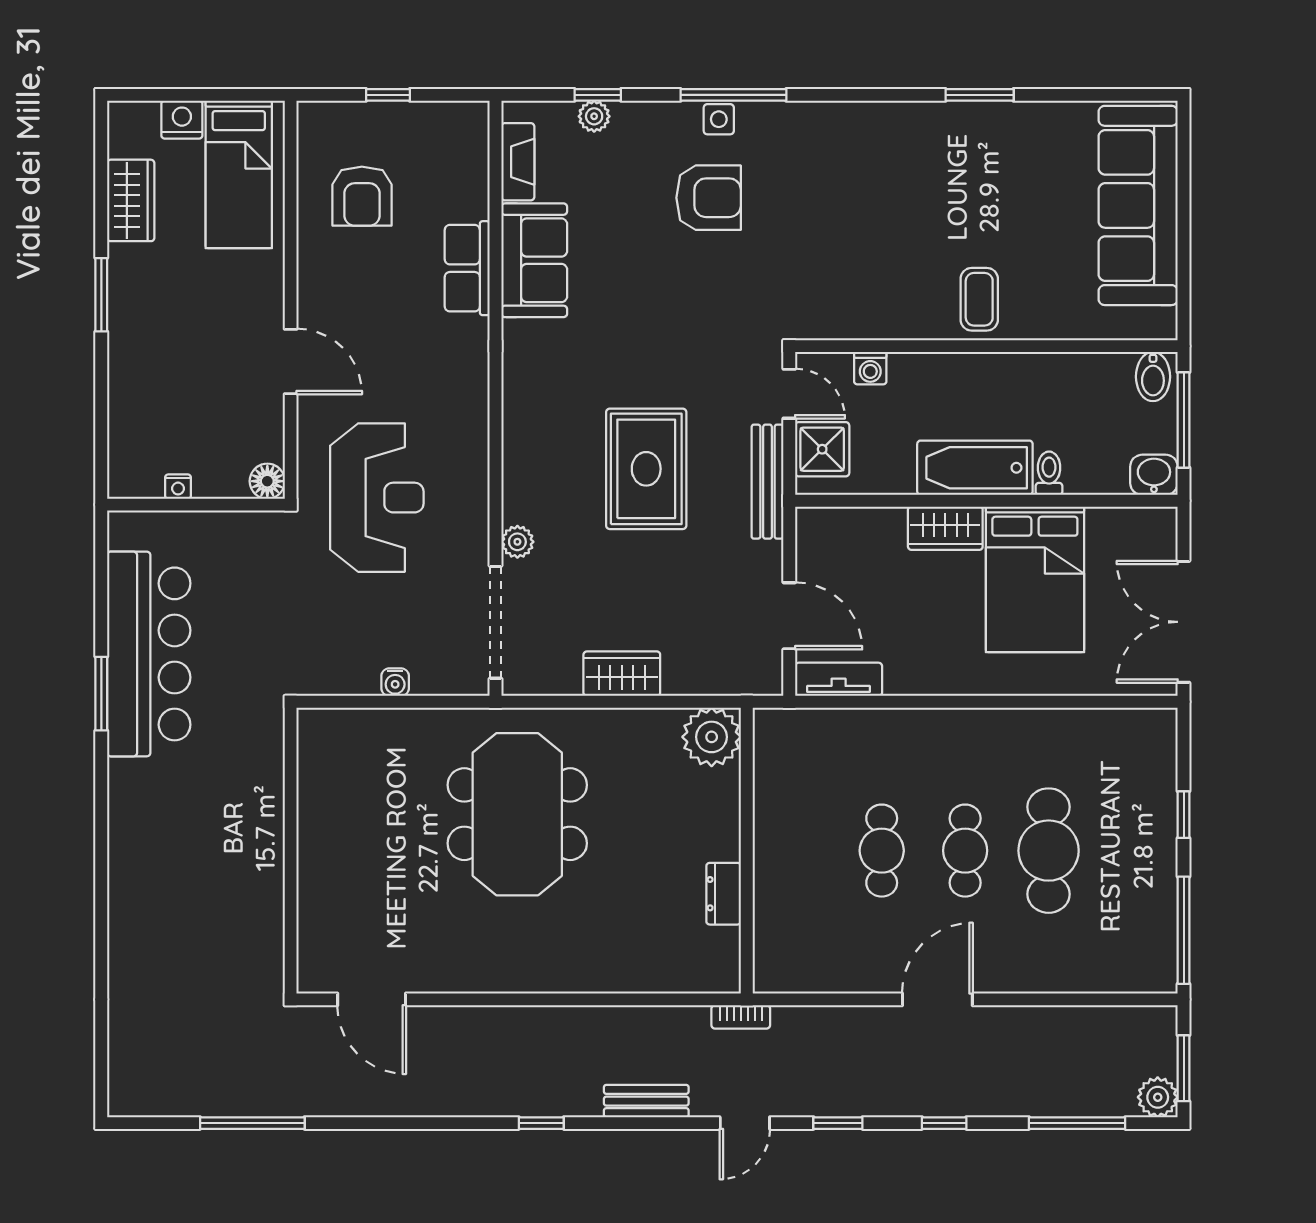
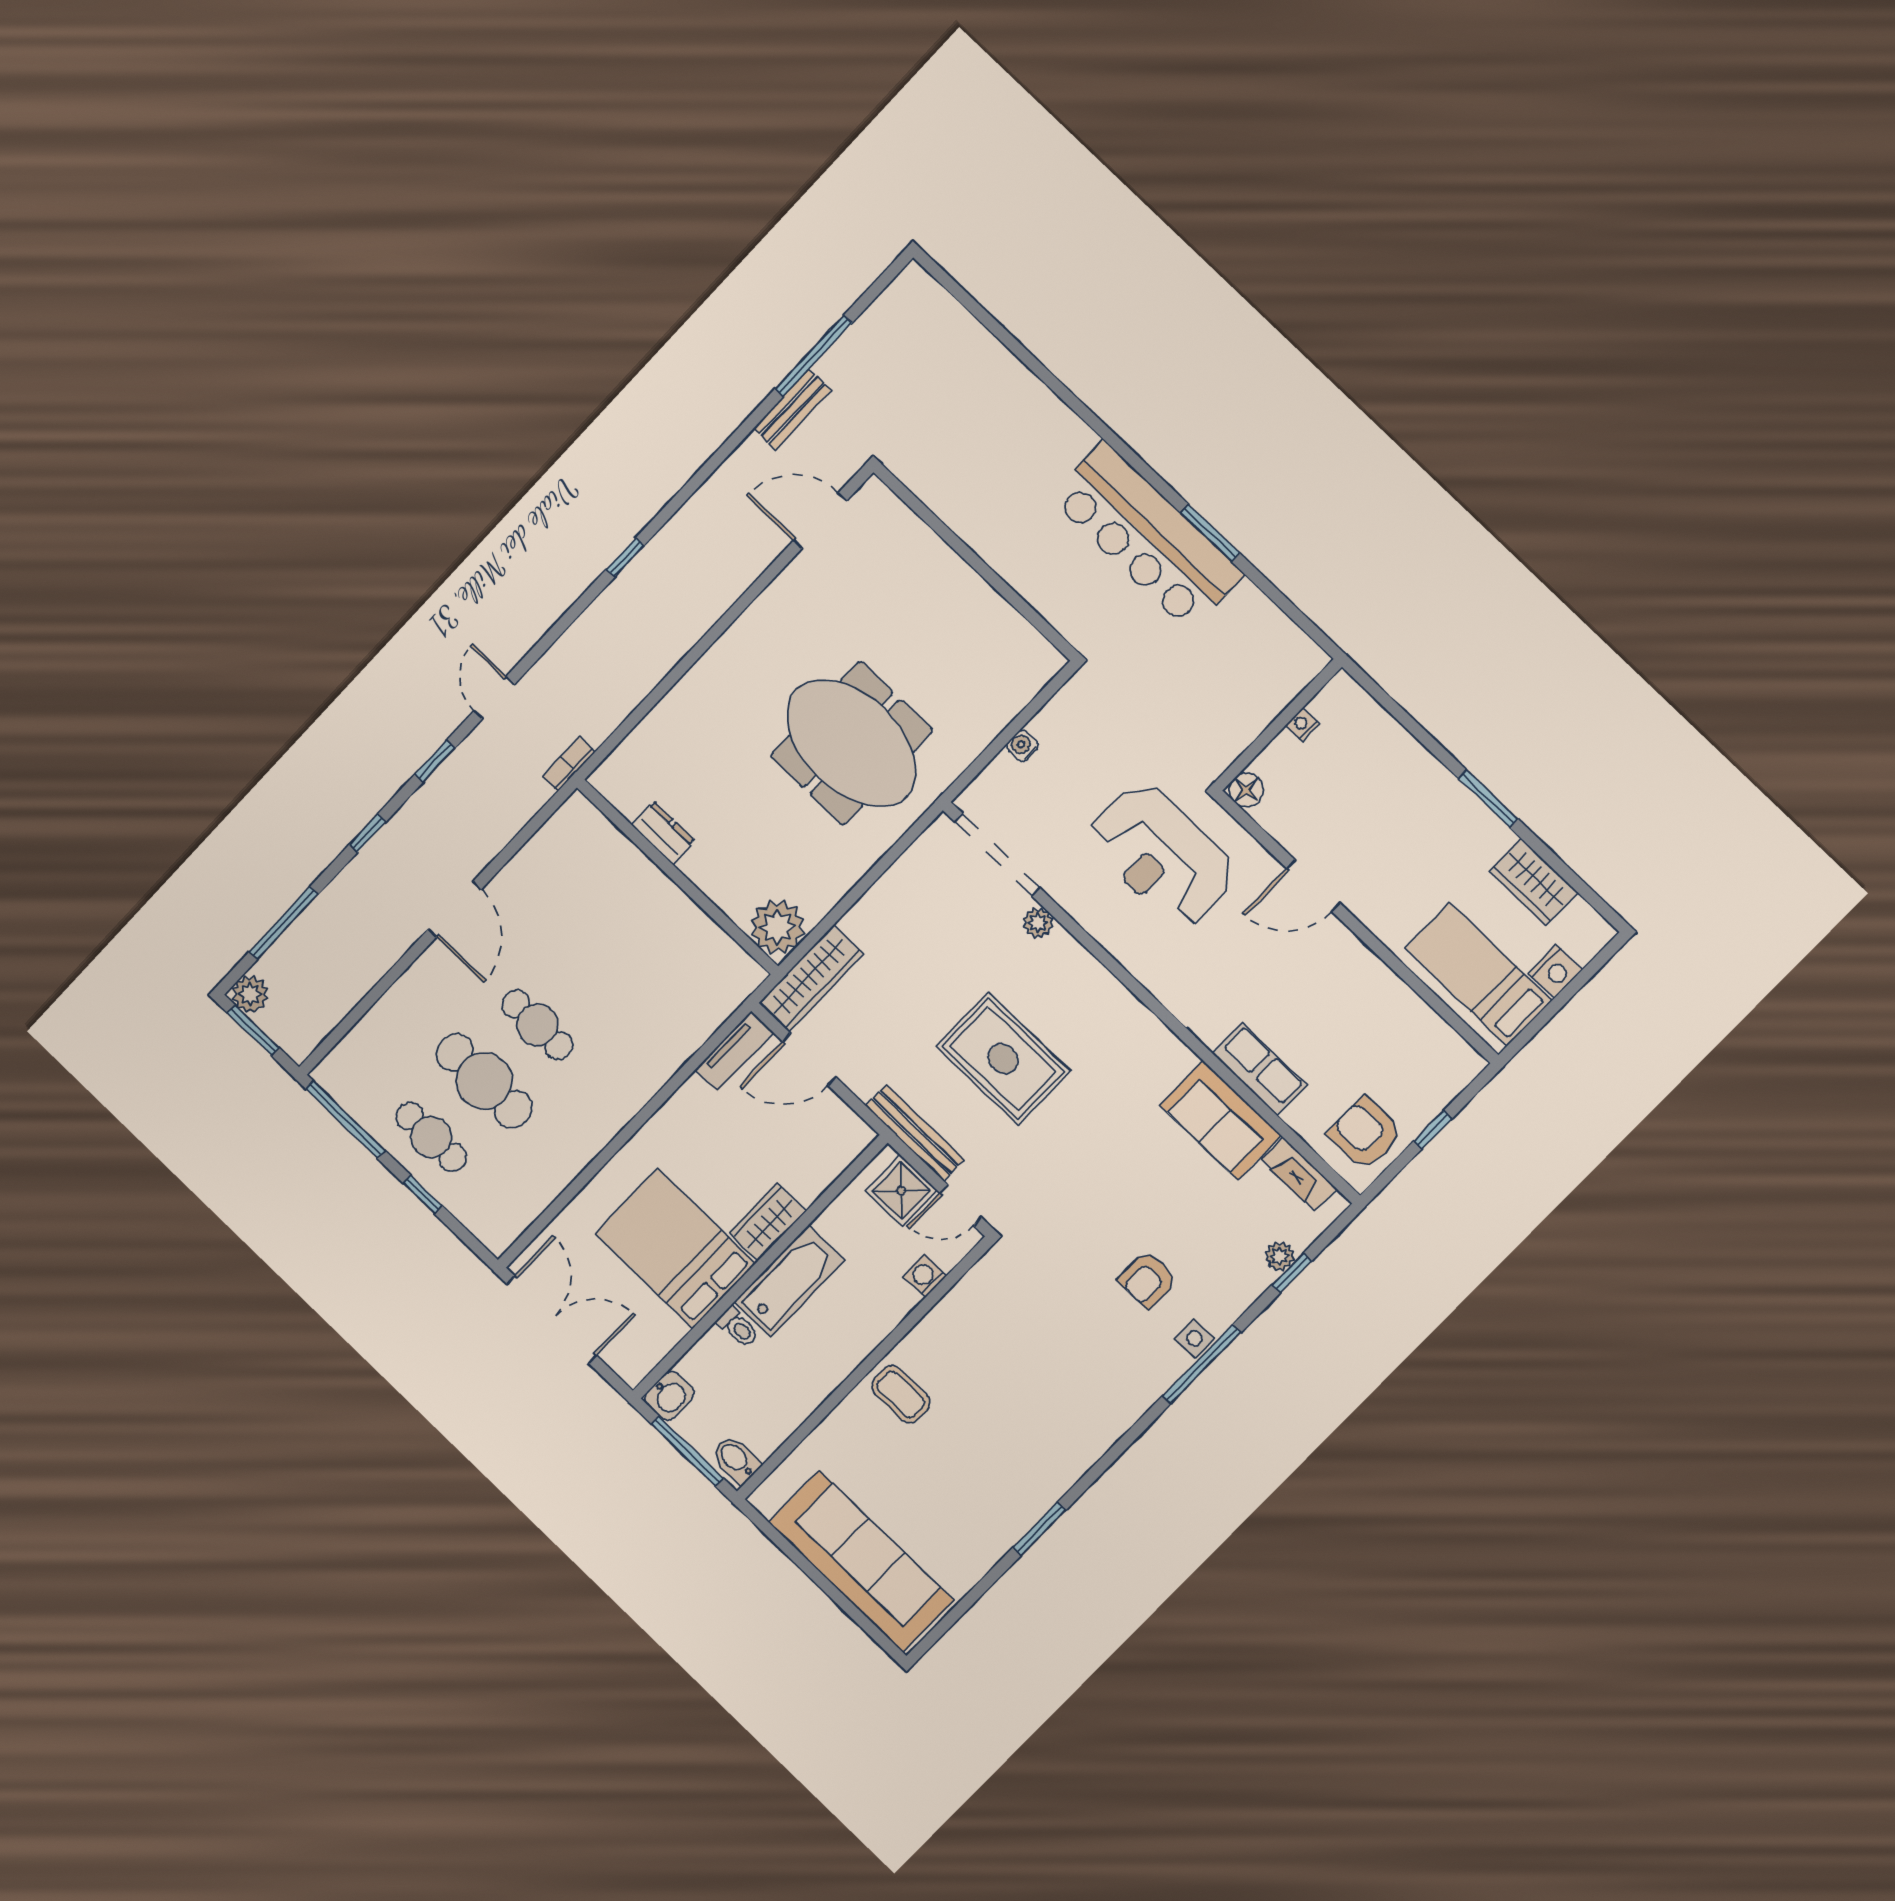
armchair: (362, 196) -> (1366, 1134), moved
armchair: (709, 198) -> (1148, 1280), width x0.72, depth x0.72
bar counter: (149, 654) -> (1146, 536), moved
wardrobe: (622, 674) -> (811, 978), moved, width x1.50
cafe table: (882, 851) -> (431, 1137), moved
bench: (646, 1101) -> (792, 409), moved

